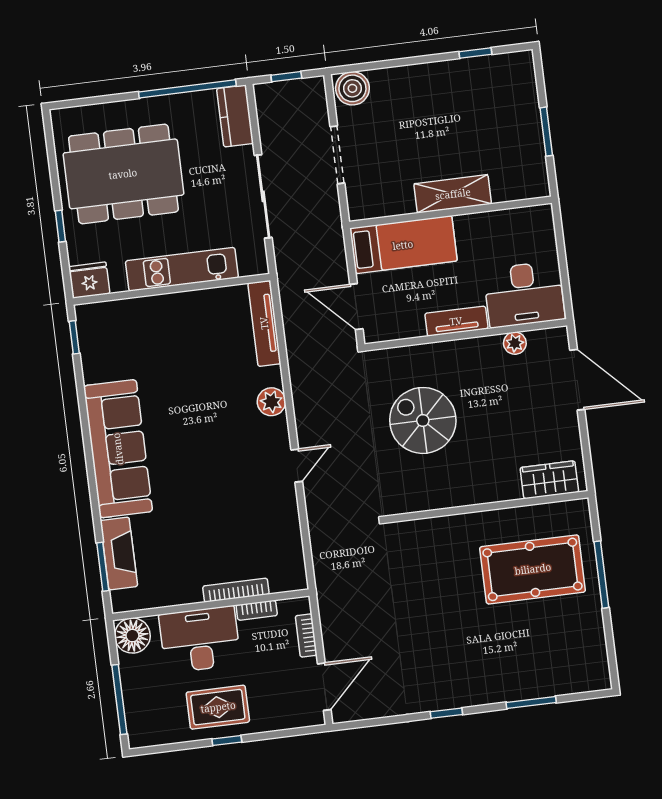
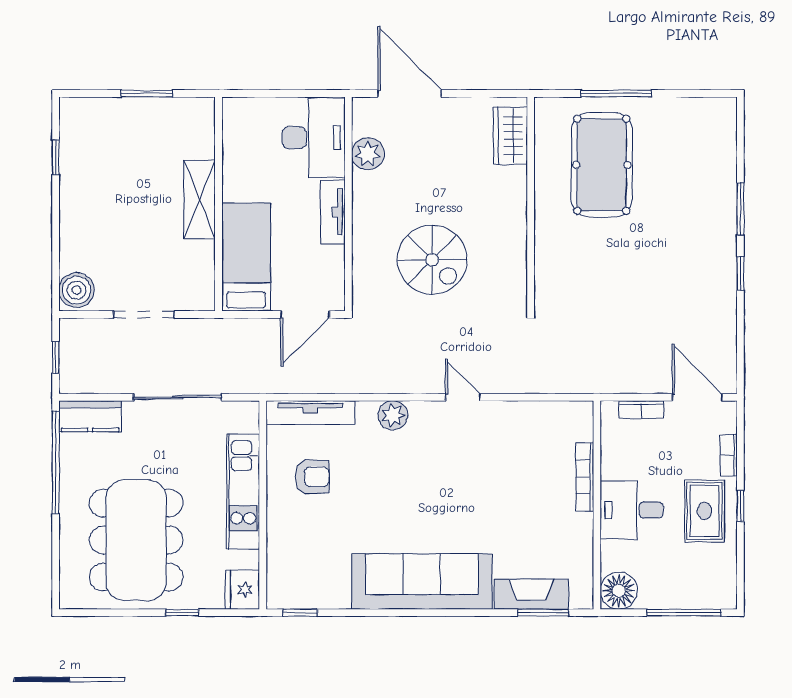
armchair: (204, 333) -> (312, 477), added
plant: (515, 343) -> (368, 154), width x1.38, depth x1.38
door: (577, 380) -> (410, 94), hinge flipped
spiral stairs: (423, 420) -> (432, 260), turned -90
bookcase: (257, 610) -> (729, 455), moved, turned 180
desk: (200, 640) -> (632, 510), width x0.73
window: (531, 703) -> (740, 209), moved

